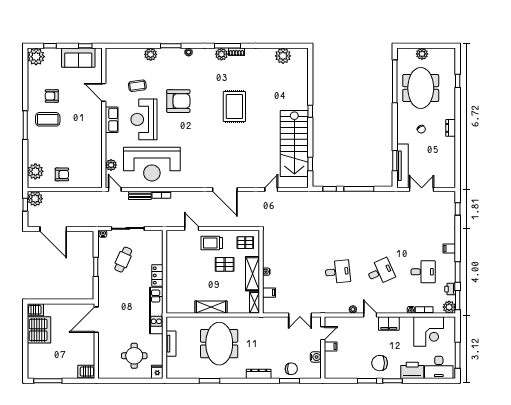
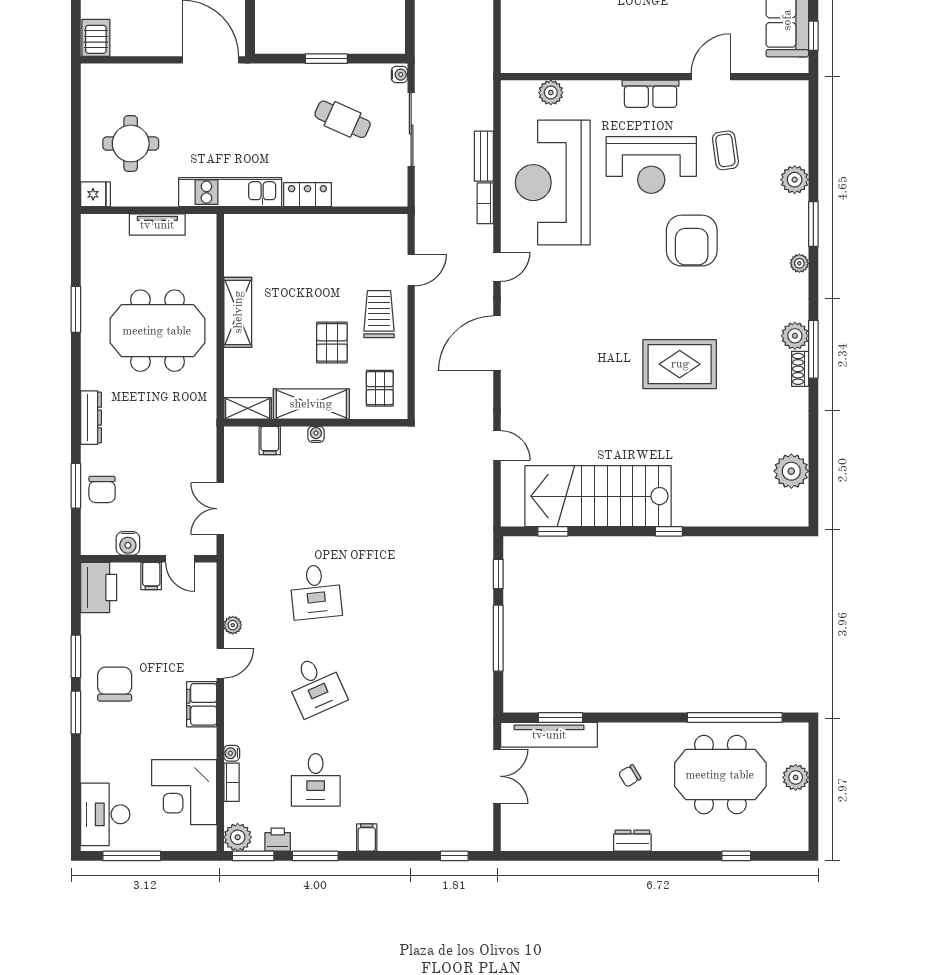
reception desk: (144, 119) -> (651, 165), turned 180
door: (115, 189) -> (497, 267), moved
printer: (412, 370) -> (99, 588), moved

